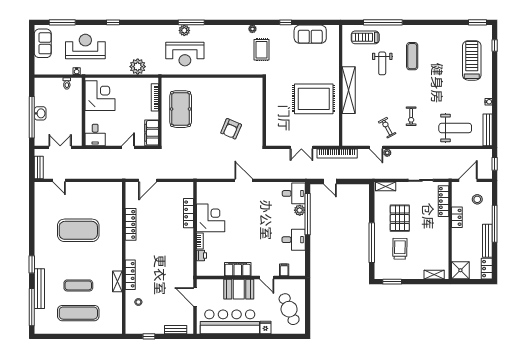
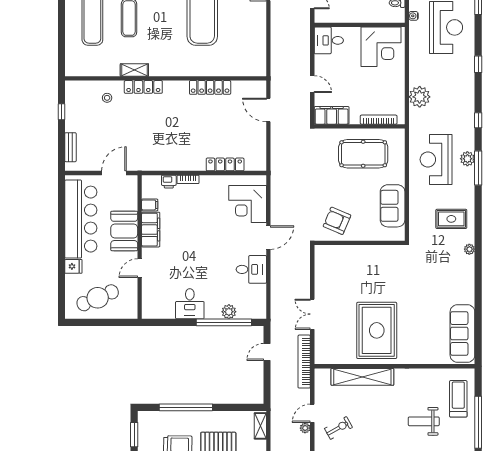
window: (286, 22) -> (478, 120), moved
sofa: (310, 34) -> (462, 333), width x1.36
rug: (262, 50) -> (451, 219), moved
sofa: (220, 87) -> (393, 206), added
shelving: (349, 90) -> (362, 377), moved
wall: (264, 112) -> (360, 243), moved
desk: (294, 193) -> (251, 269), moved, turned -90
corner desk: (211, 218) -> (248, 204), moved, turned 90
filing cabinet: (284, 270) -> (150, 205), moved

